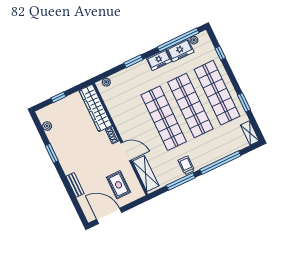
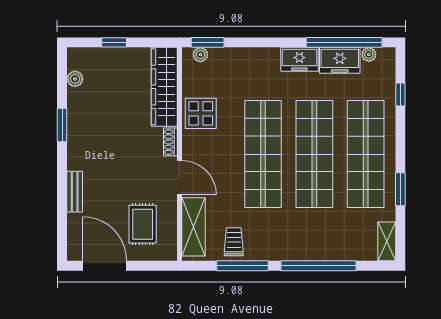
window: (133, 61) -> (208, 42), moved
display table: (121, 113) -> (201, 113), added
trolley: (186, 165) -> (234, 242), moved

